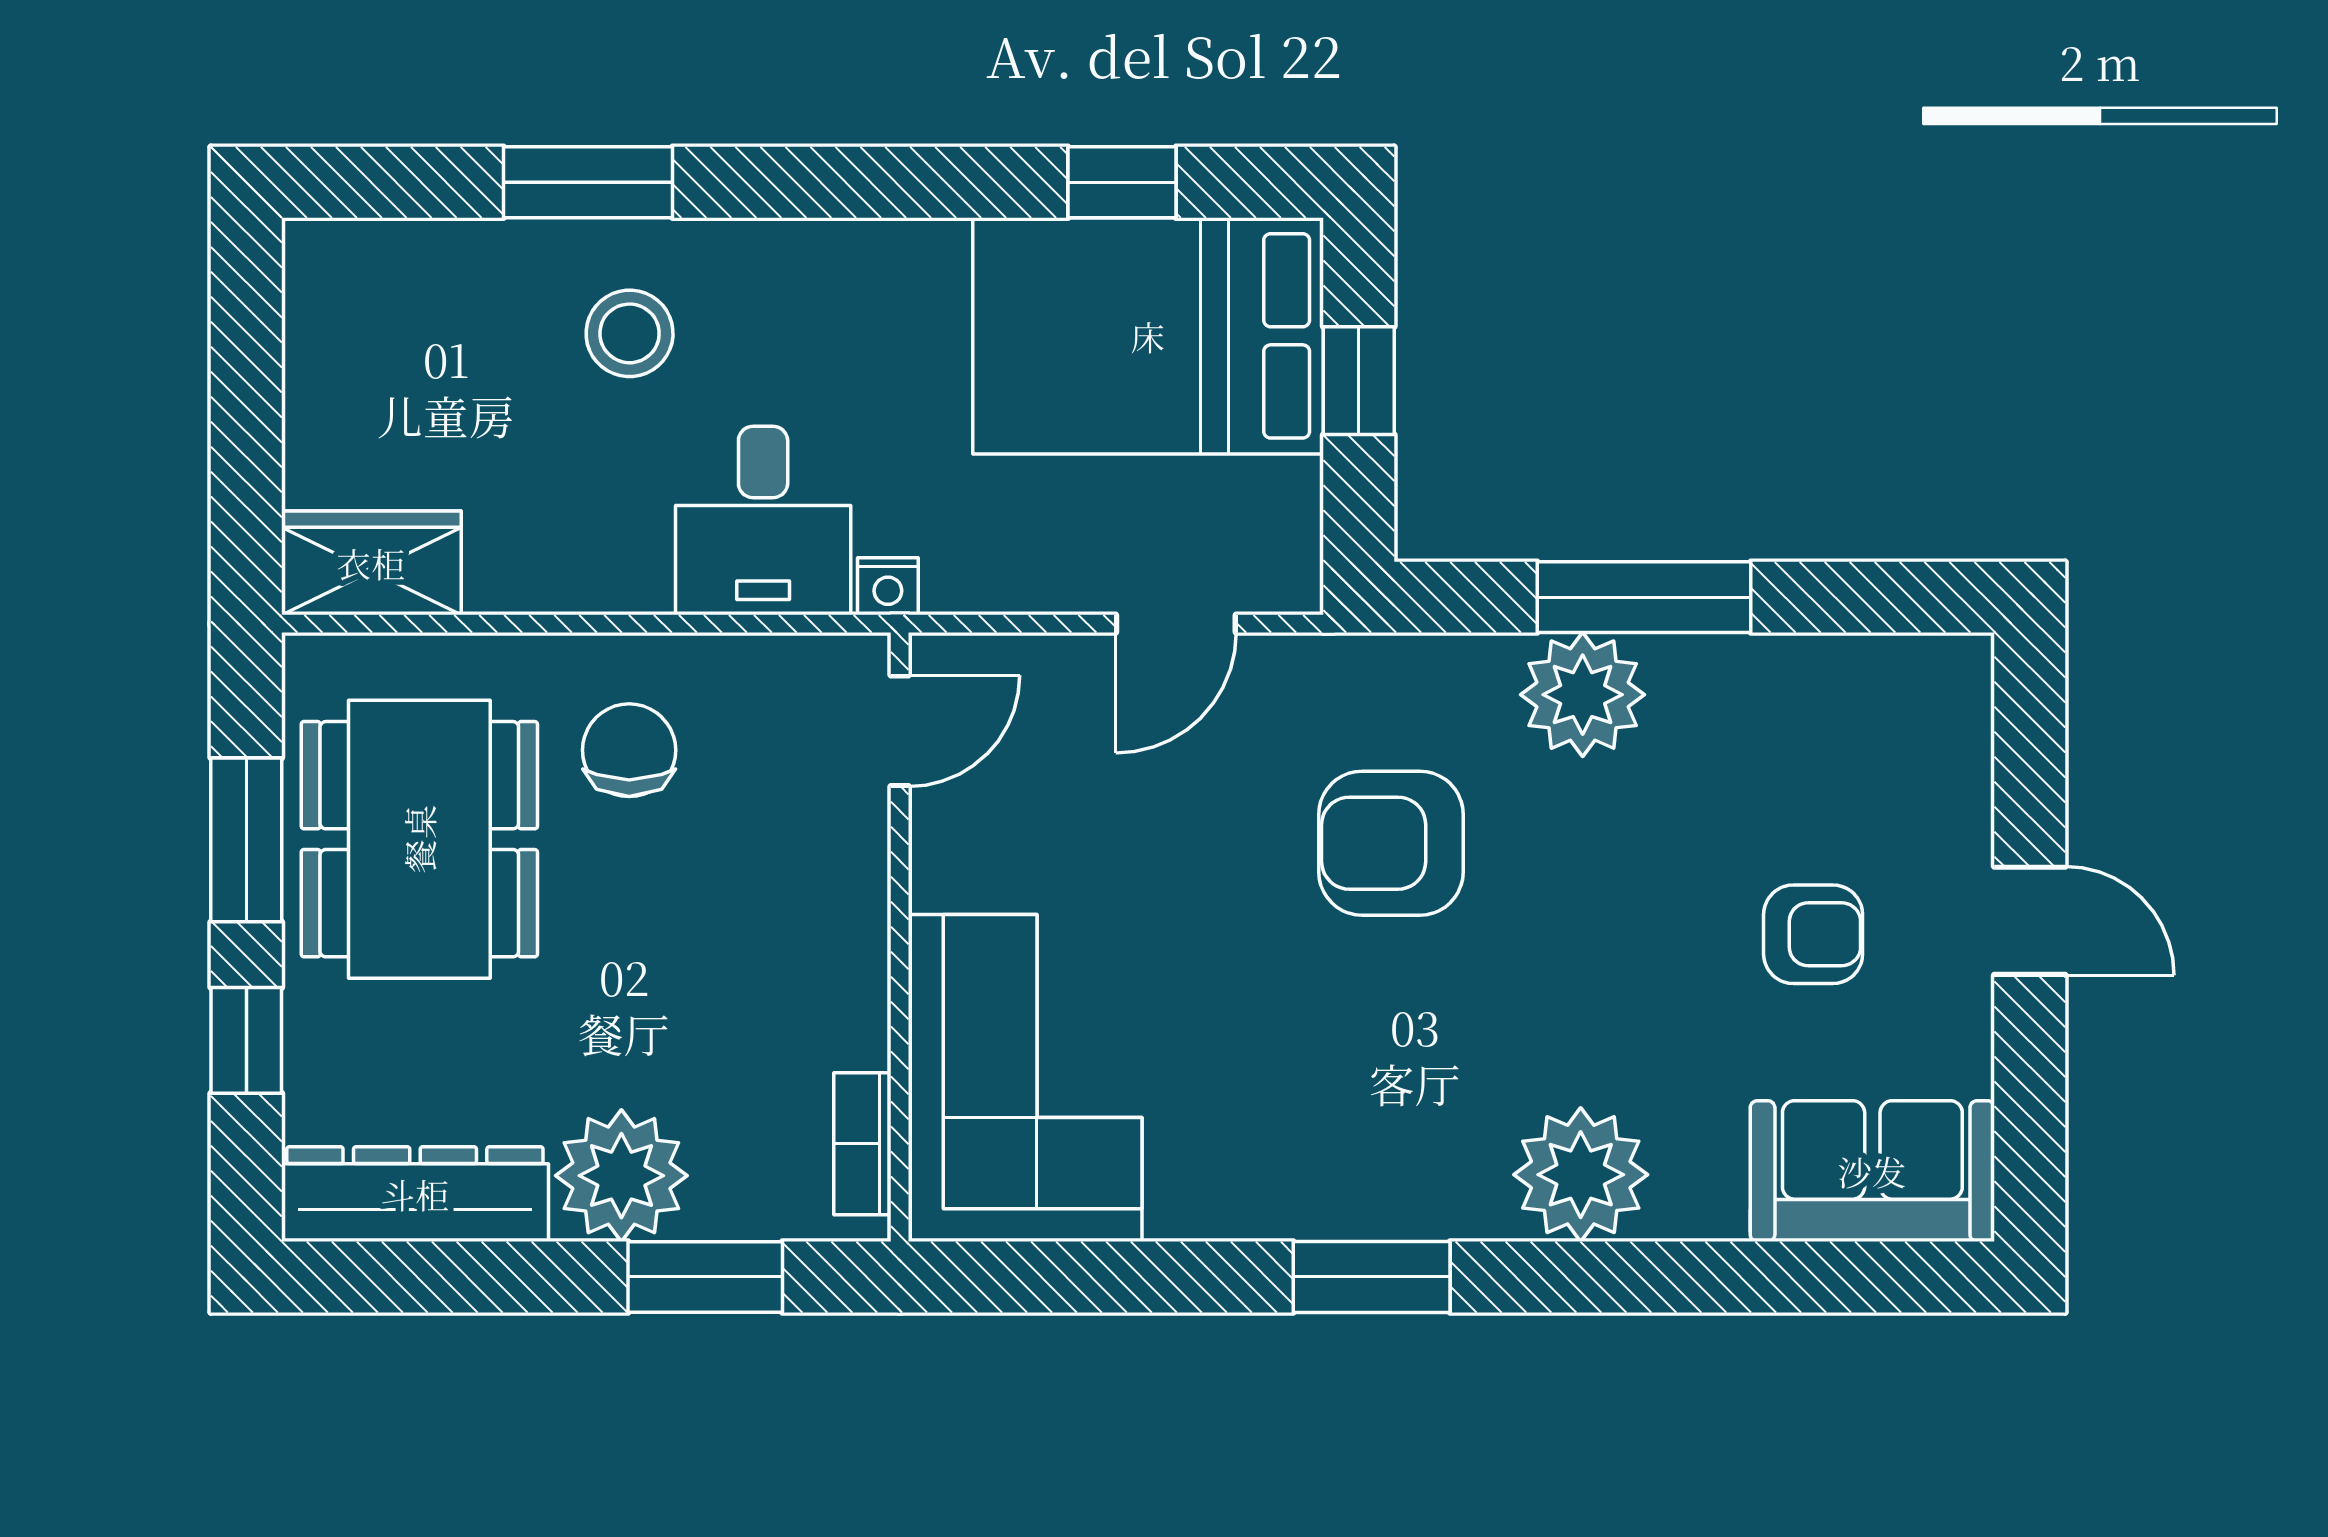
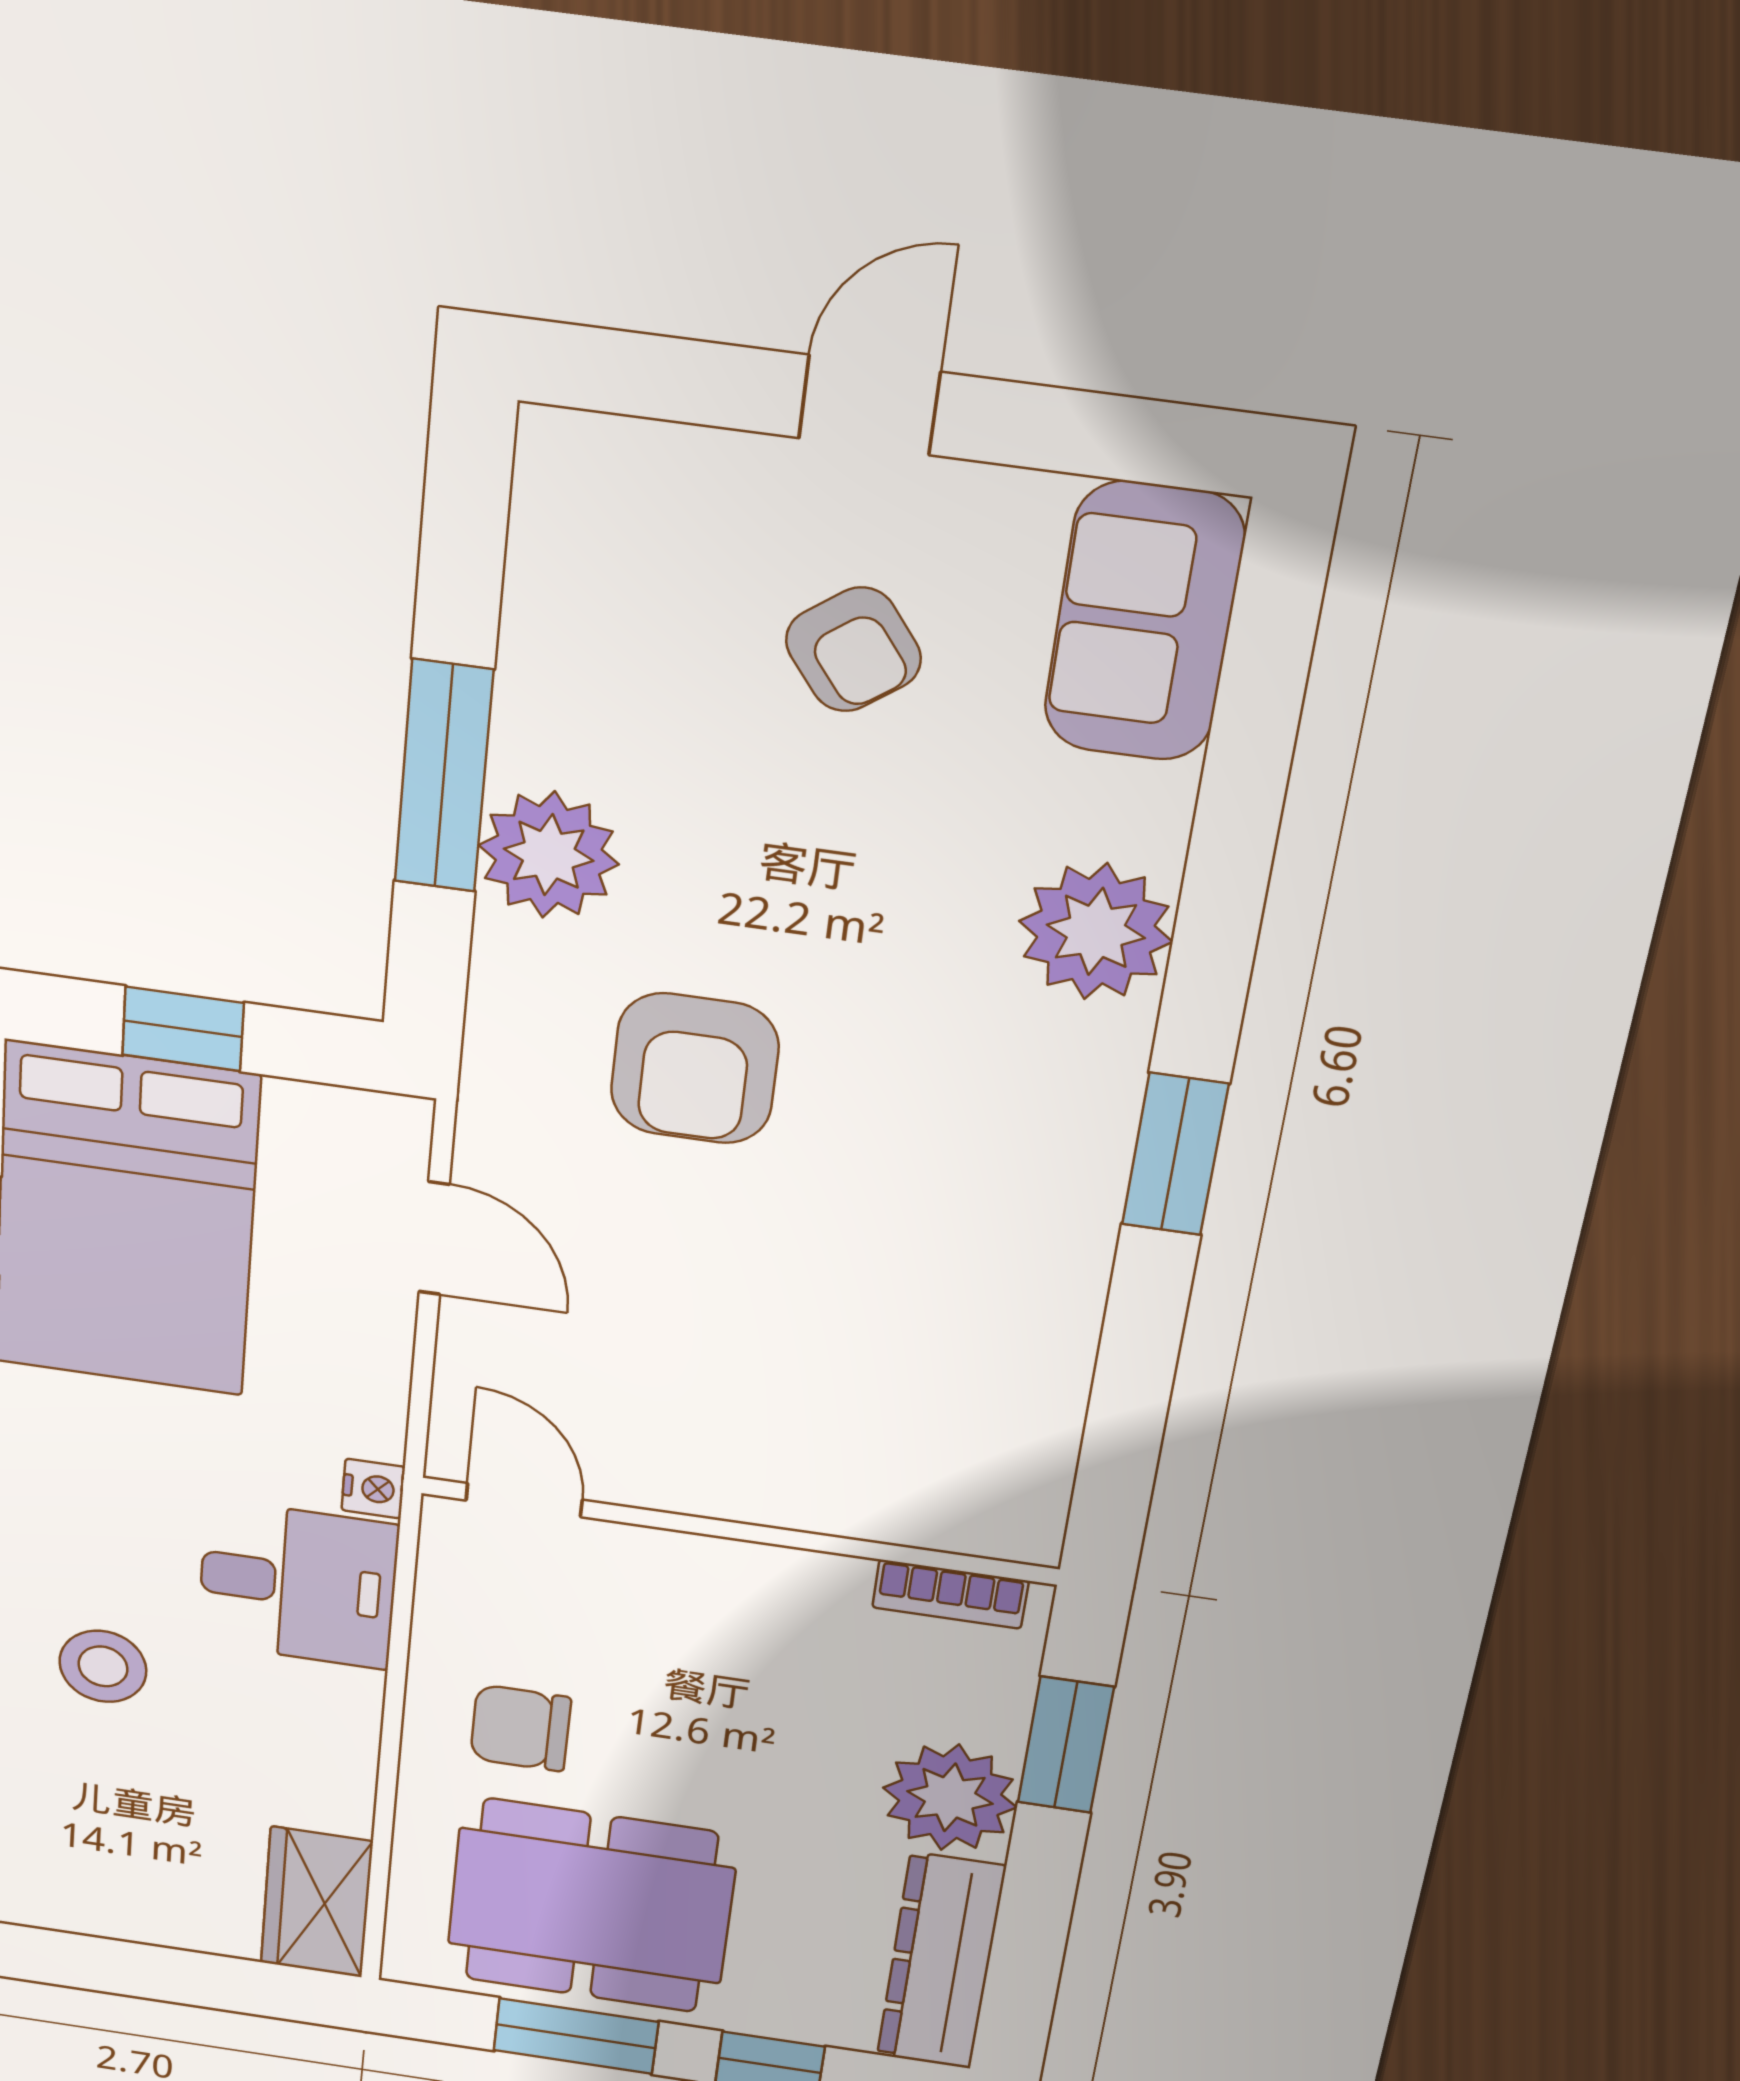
armchair: (1813, 934) -> (853, 649), turned 143
corner sofa: (1025, 1078) -> (904, 1443), removed

